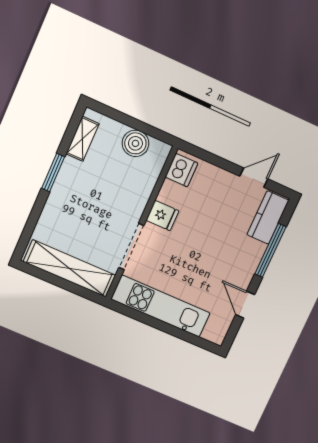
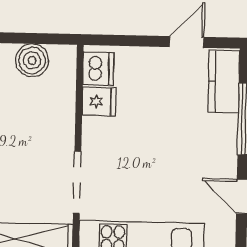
fridge: (162, 216) -> (99, 102), moved

